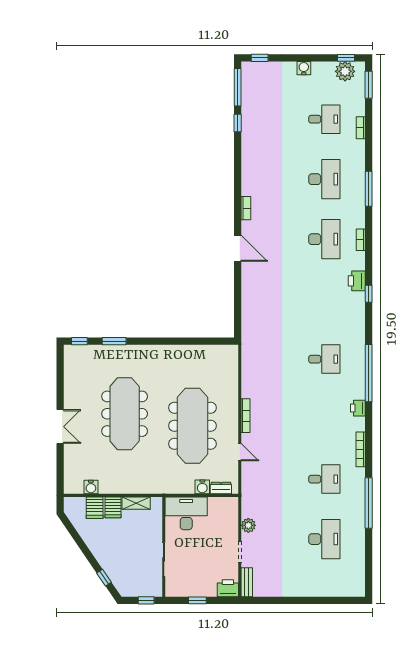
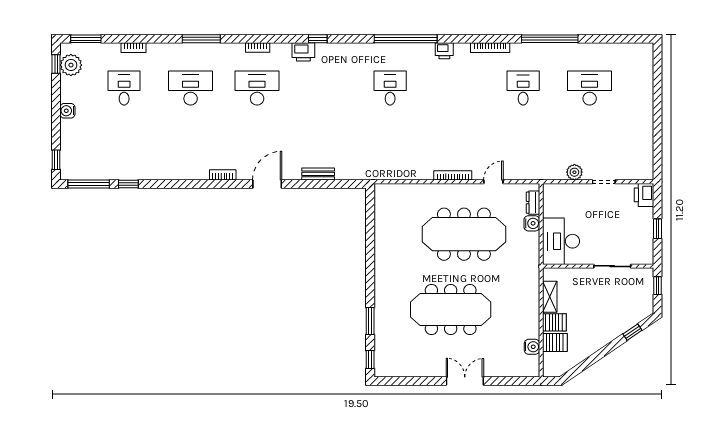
bench: (247, 582) -> (318, 174), moved

